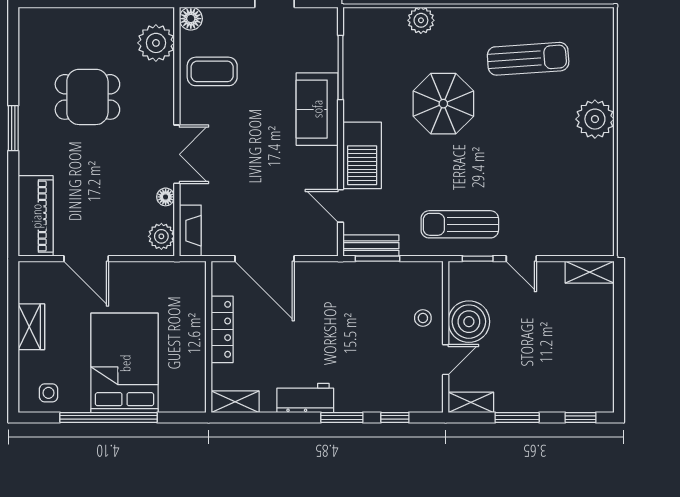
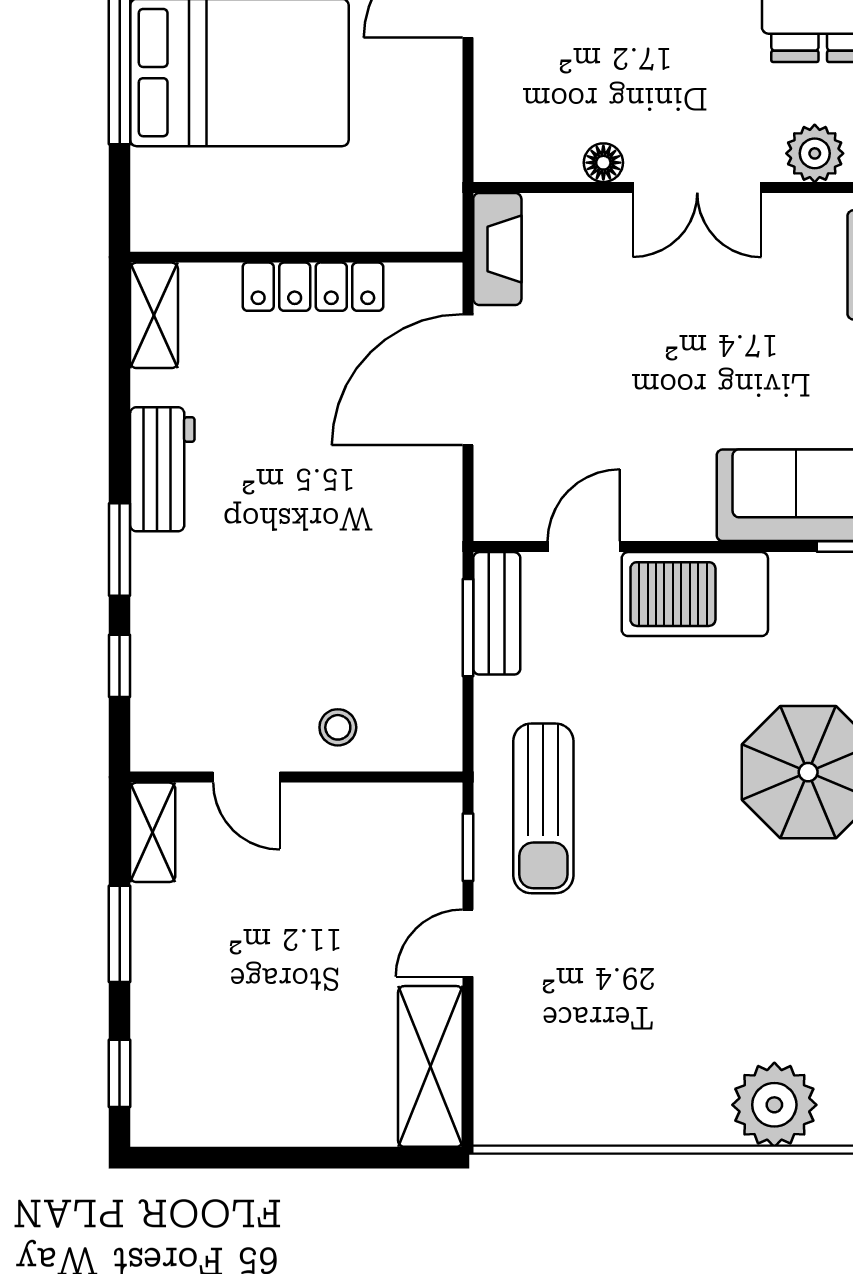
sun lounger: (460, 224) -> (543, 808), turned 180
fireplace: (190, 231) -> (497, 249), moved, turned -90
plant: (161, 236) -> (815, 153), moved
shelving: (590, 272) -> (430, 1066), width x1.50, depth x1.33
boiler: (469, 322) -> (330, 828), removed

